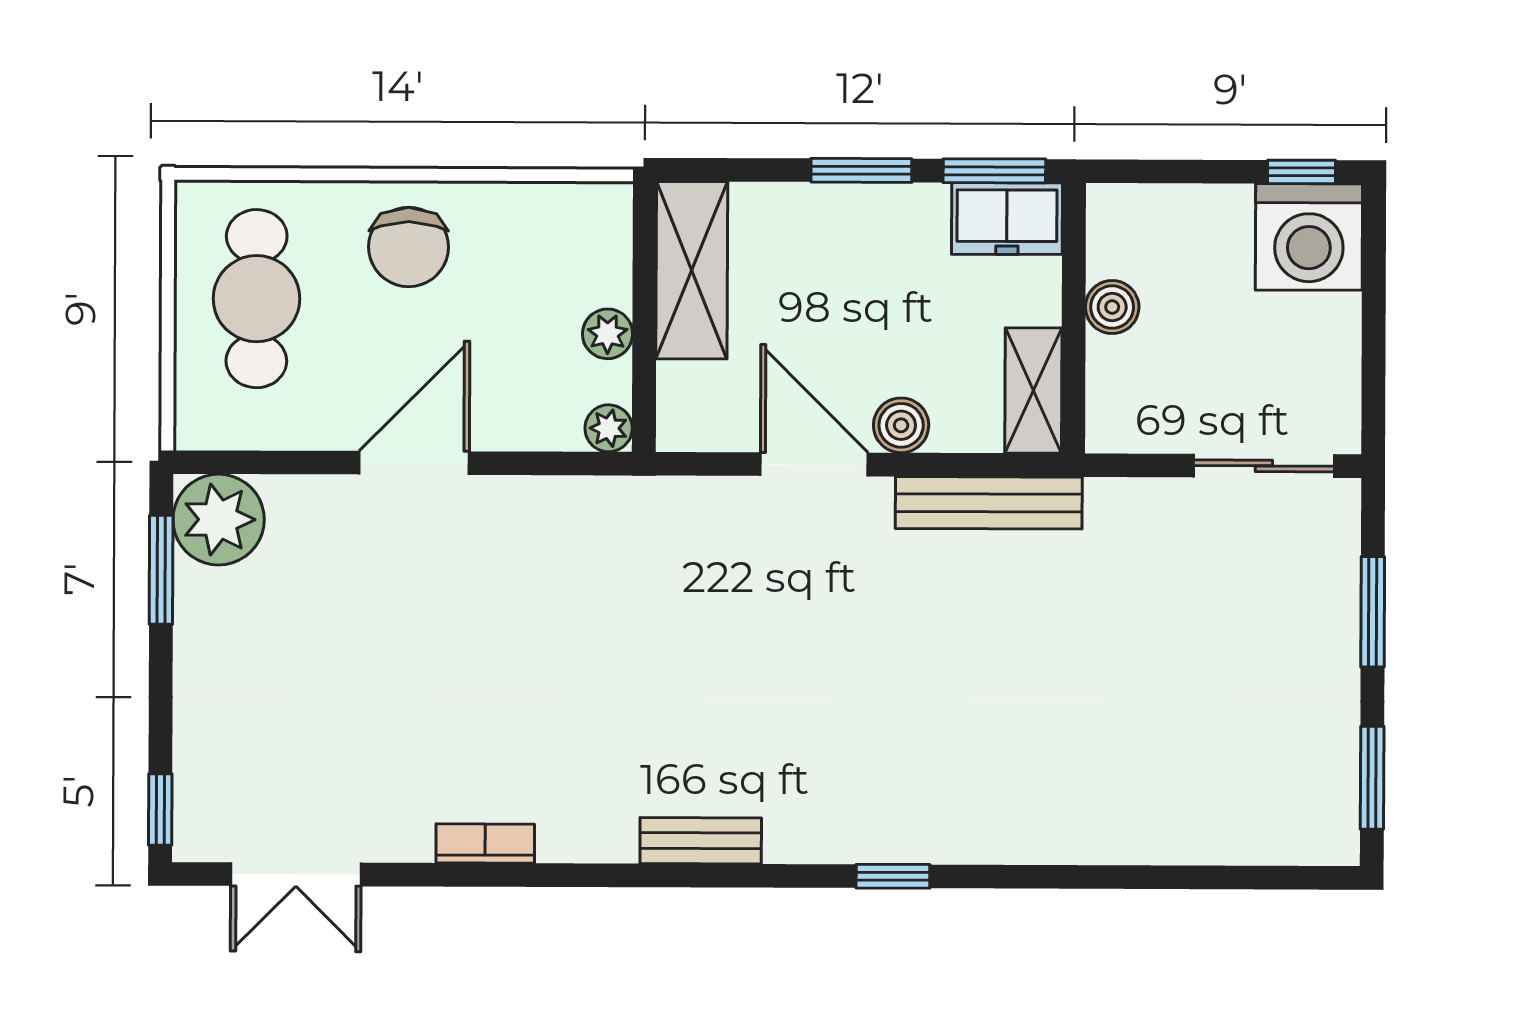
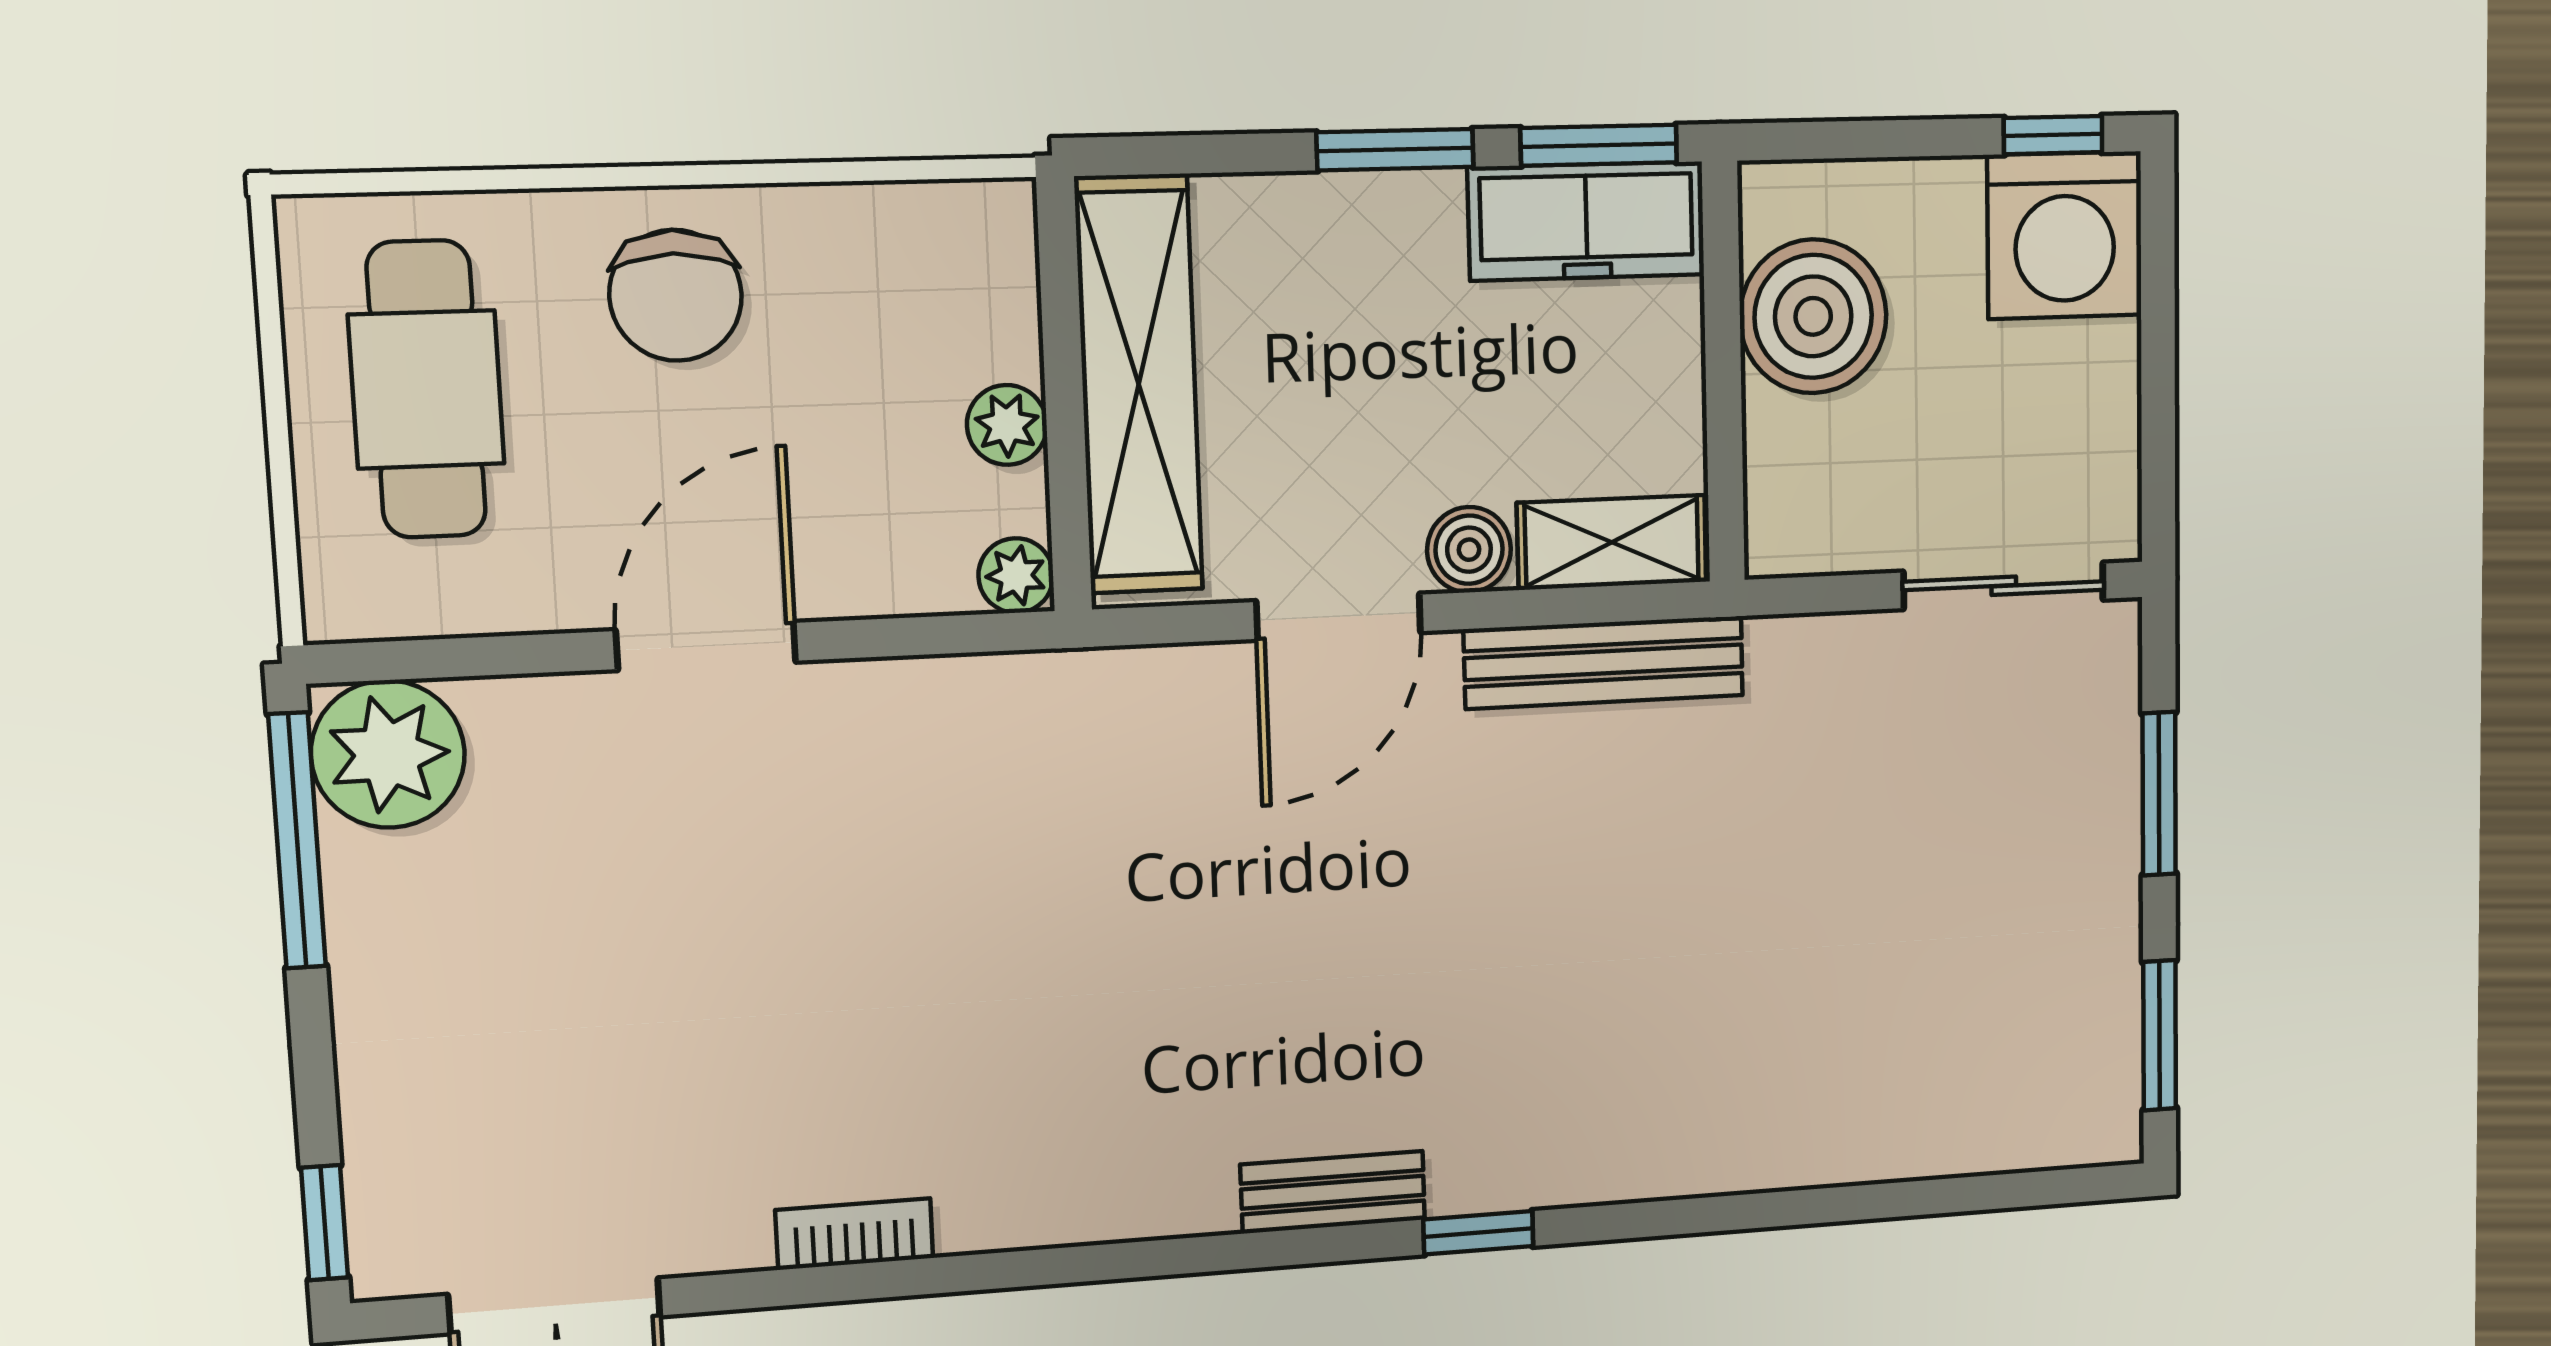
freezer: (1007, 219) -> (1587, 221), width x1.40
shelving: (692, 270) -> (1139, 384), width x1.47
boiler: (1112, 307) -> (1813, 316), width x1.86, depth x1.86
shelving: (1033, 390) -> (1612, 542), moved, turned 90
door: (814, 464) -> (1339, 617), swing flipped
window: (161, 570) -> (297, 841), width x1.44
bench: (701, 841) -> (1333, 1192), moved

